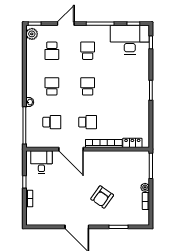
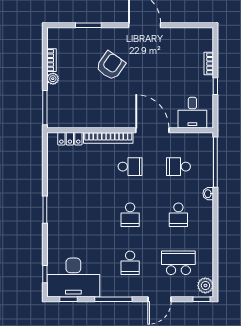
school desk: (52, 51) -> (178, 263), width x1.85
school desk: (88, 122) -> (130, 167), turned 180

